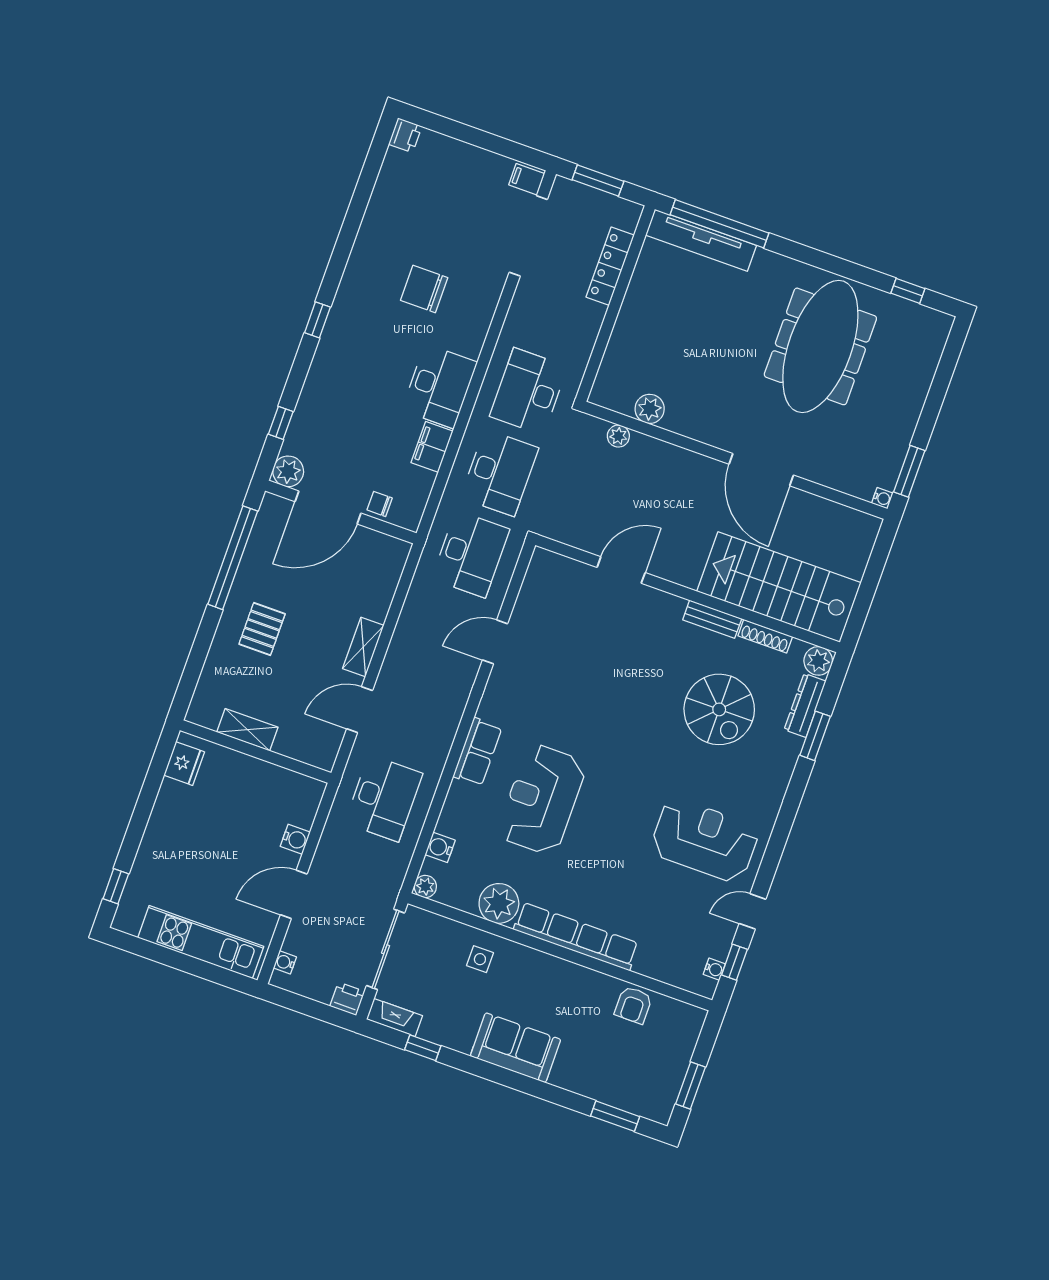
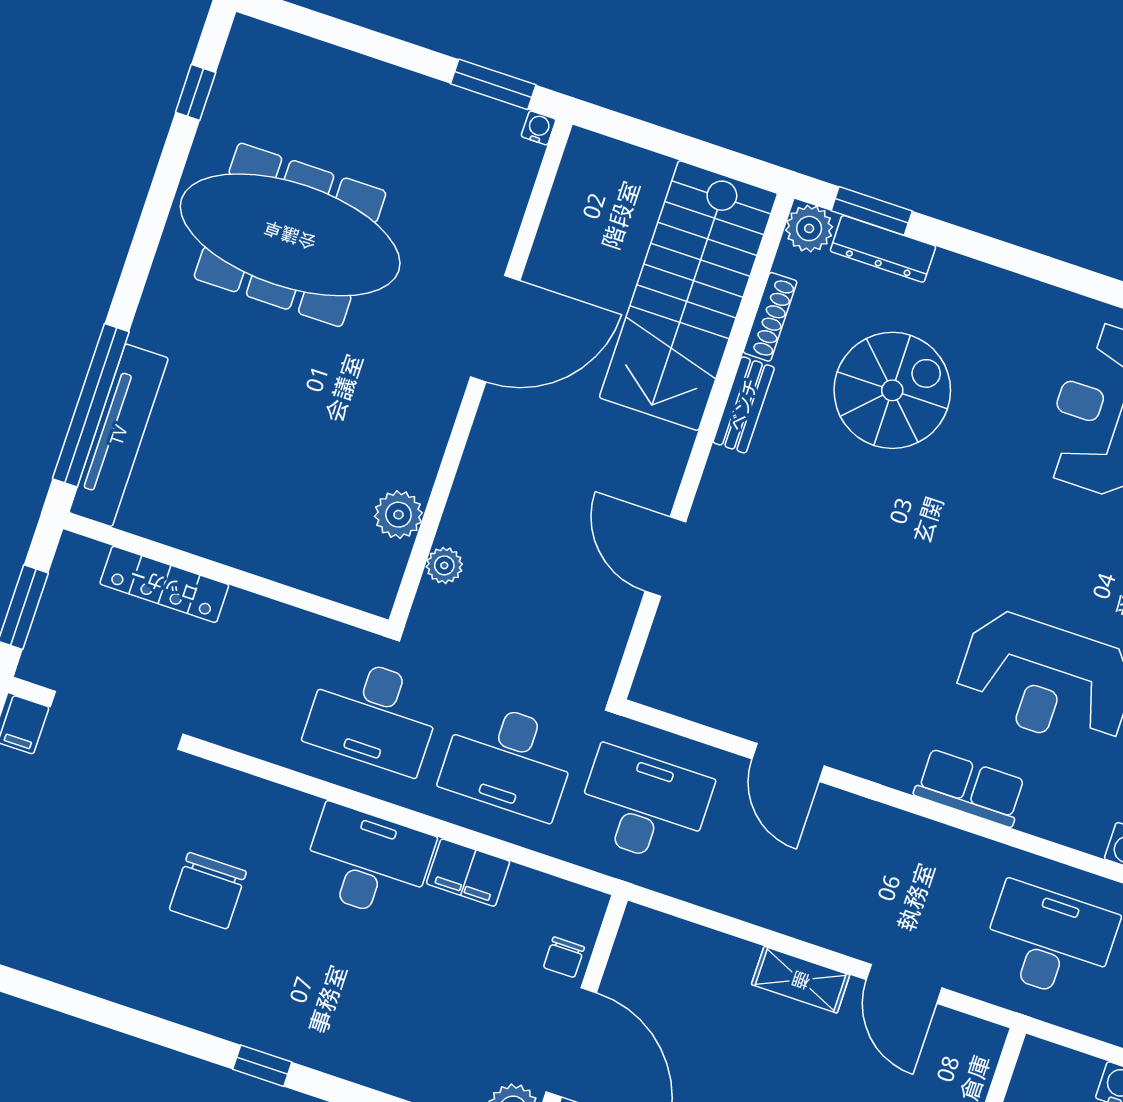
desk: (500, 473) -> (509, 760), turned 180
window: (815, 736) -> (872, 211), moved

